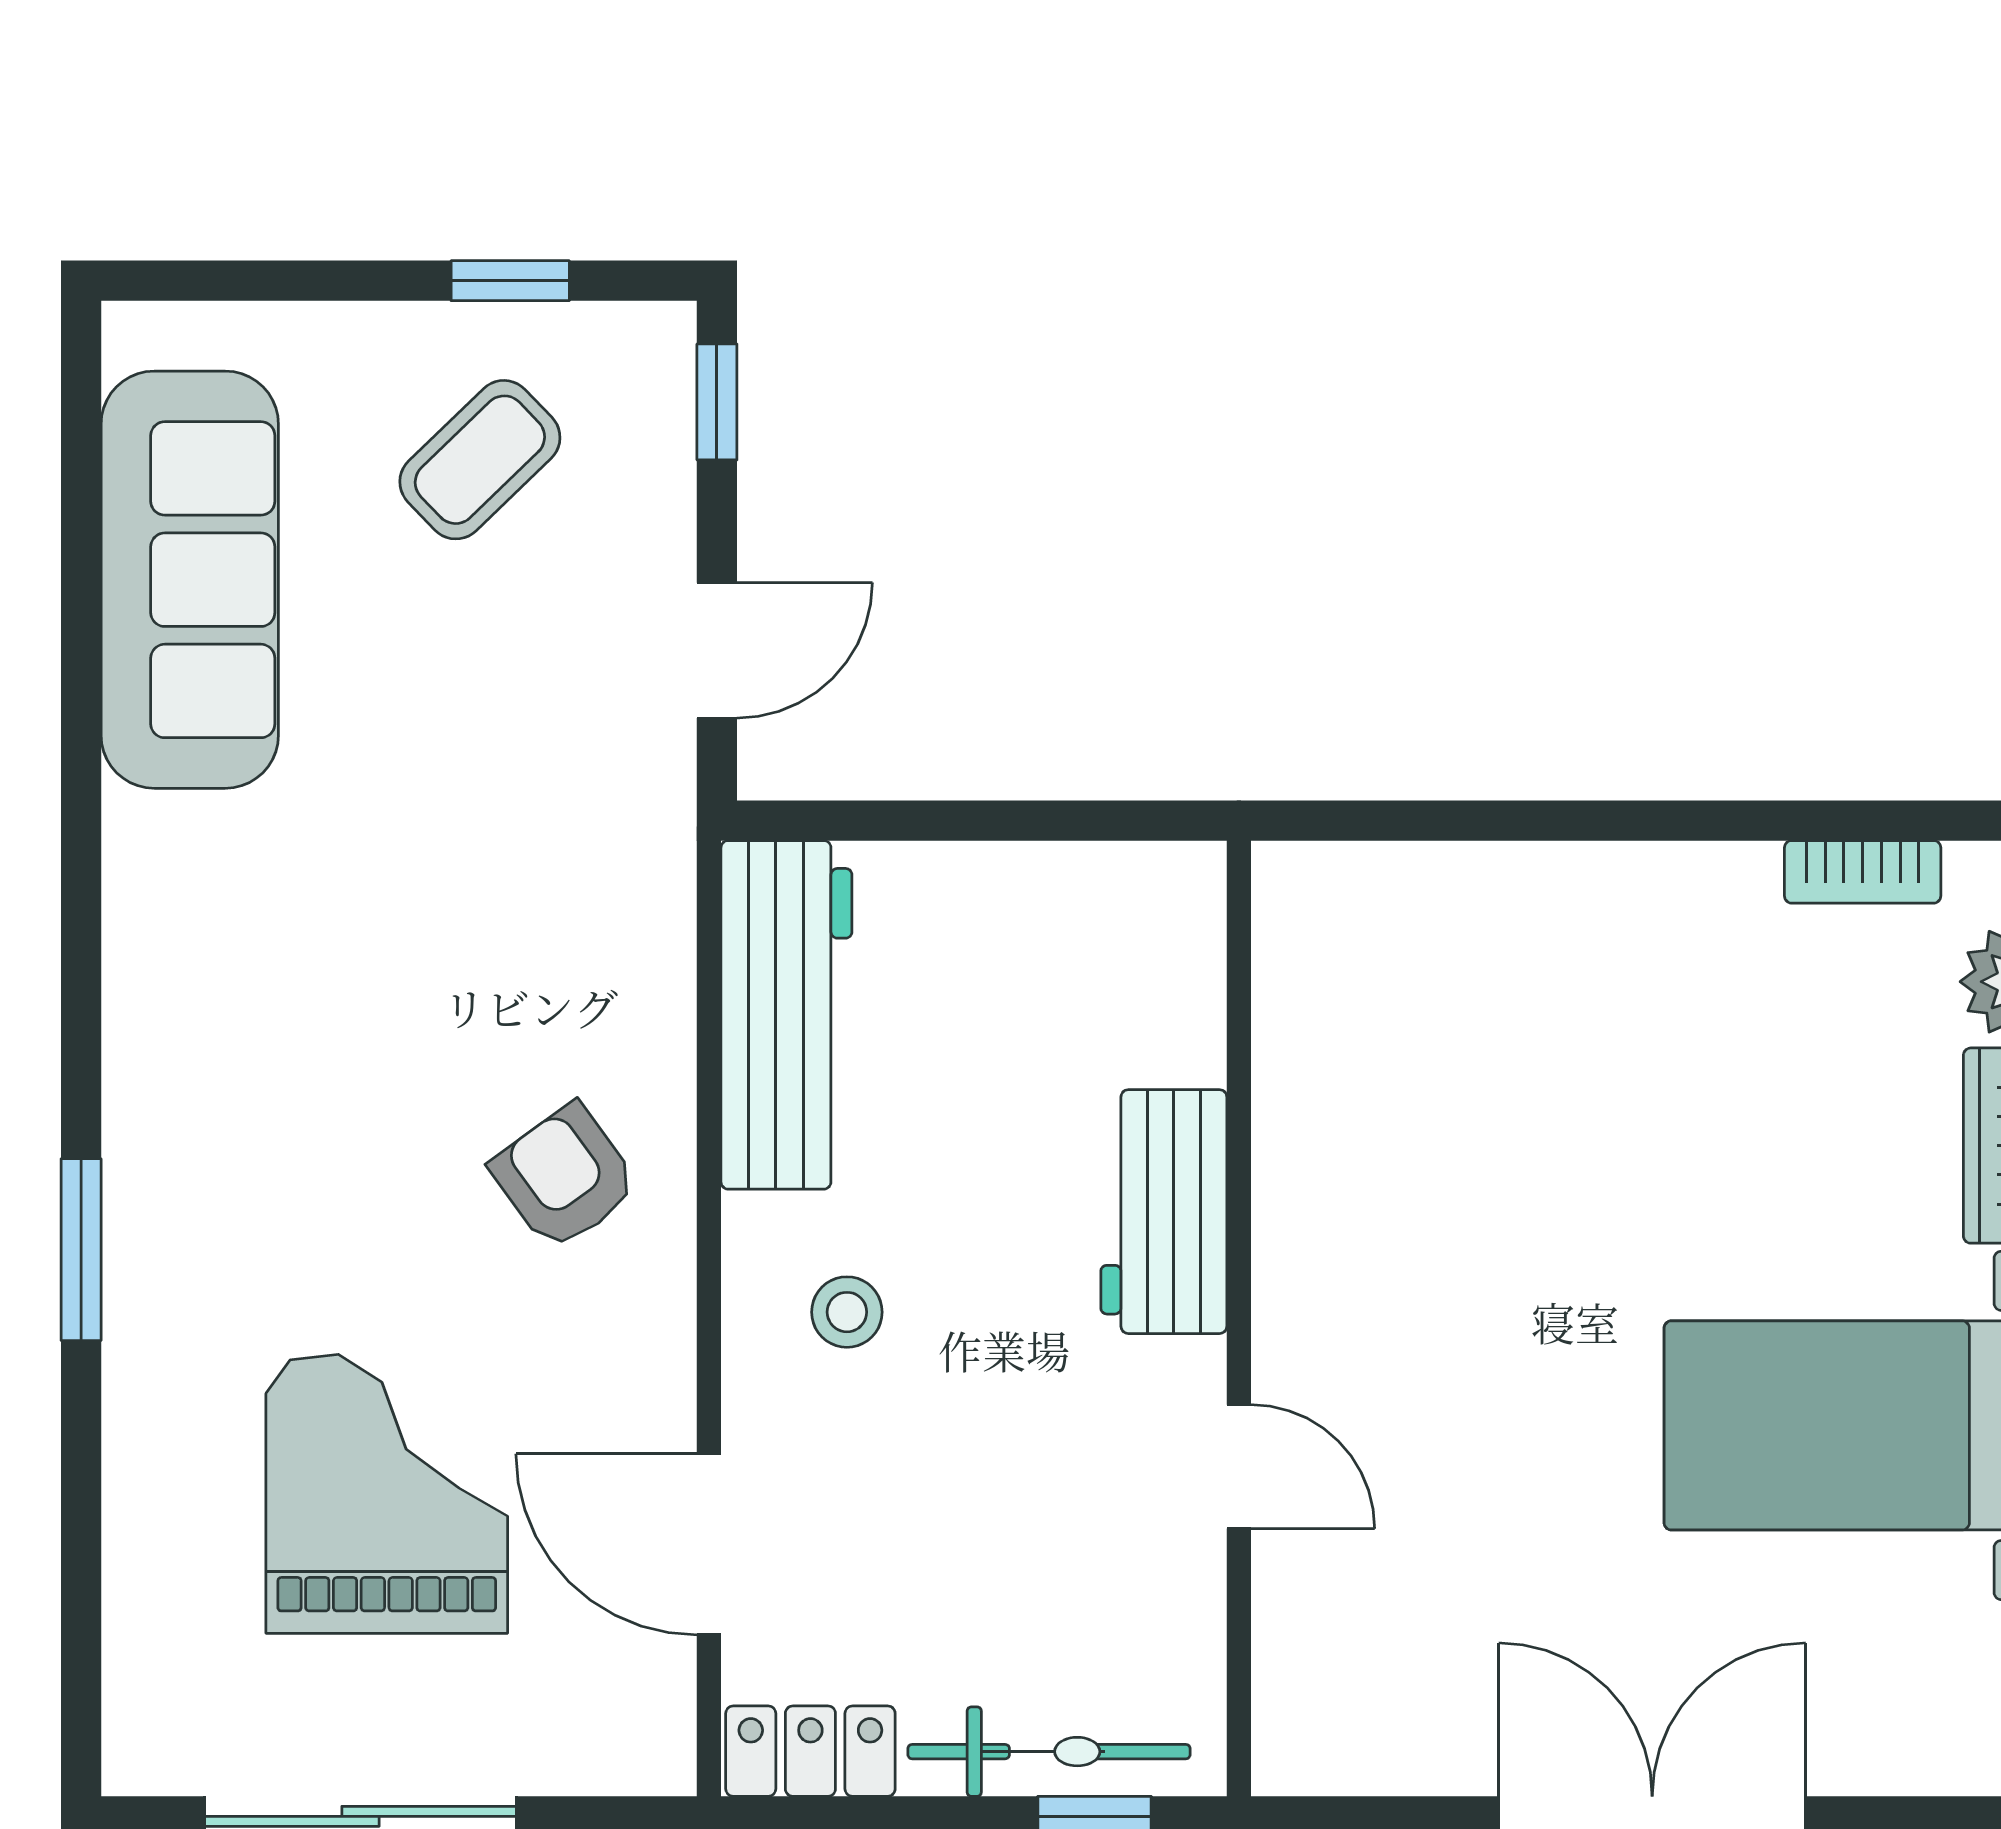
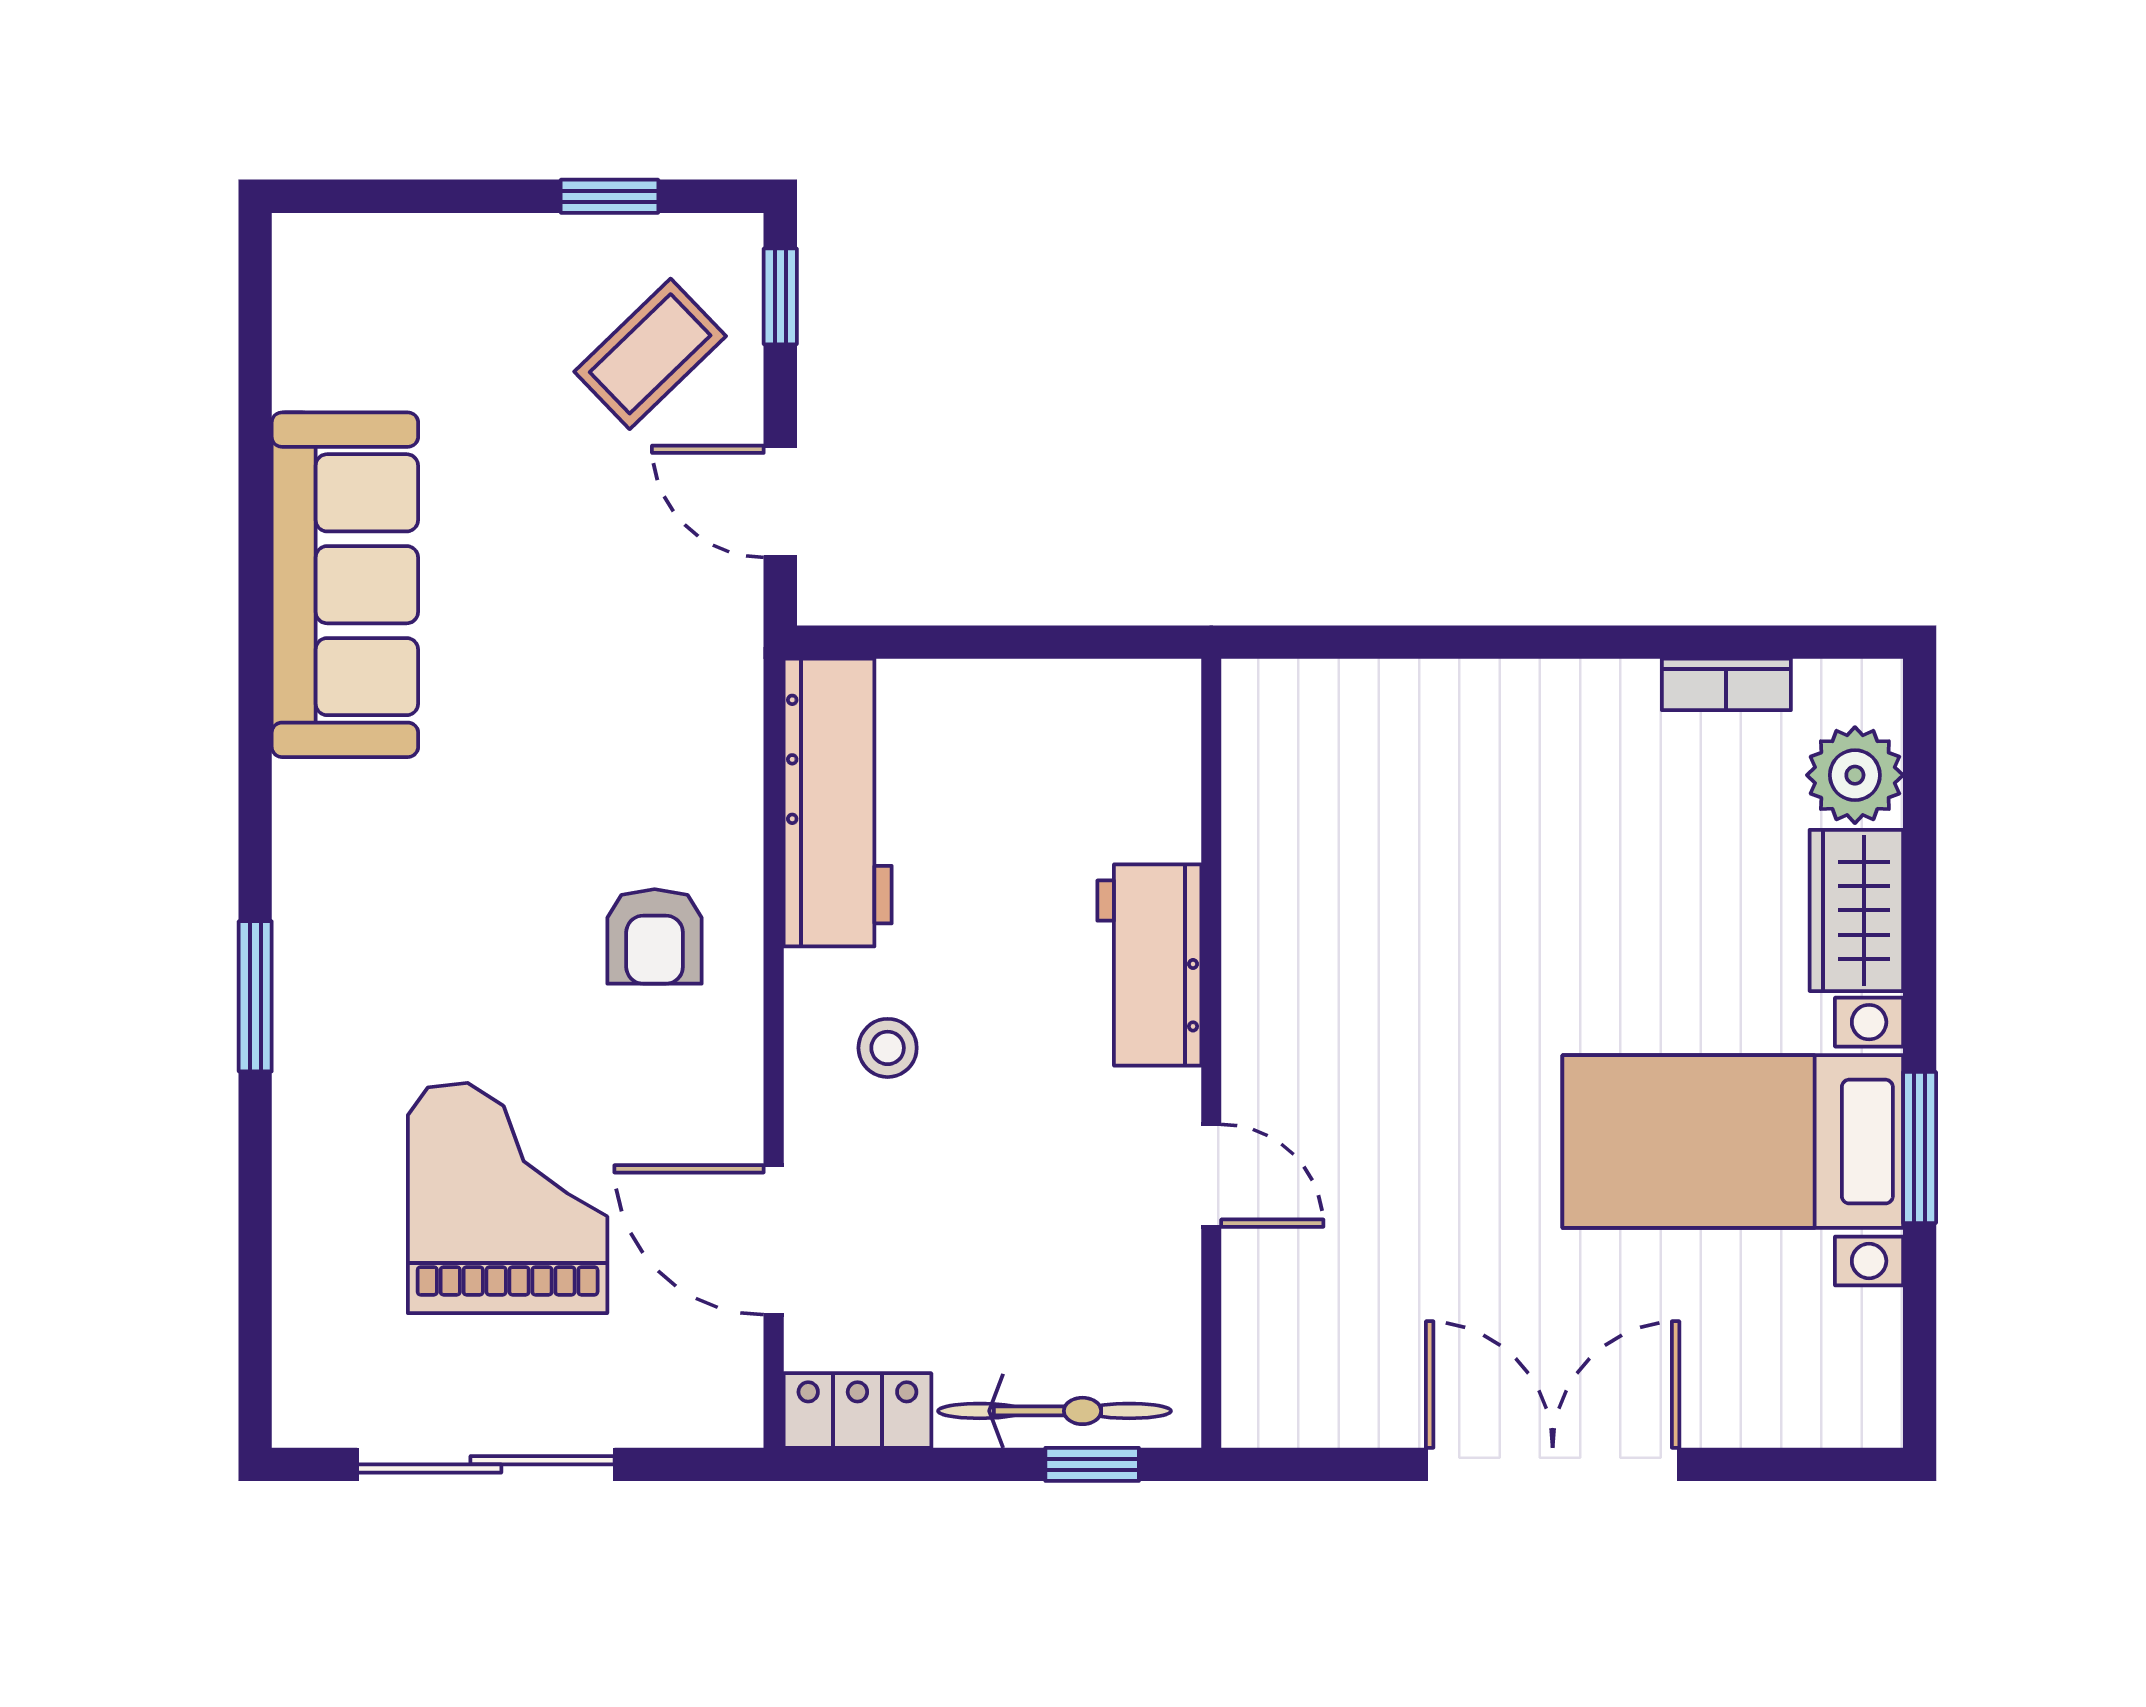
coffee table: (480, 460) -> (650, 354), moved
sofa: (190, 580) -> (345, 585), moved
door: (717, 650) -> (780, 501), swing flipped
armchair: (565, 1177) -> (655, 936), turned -144

